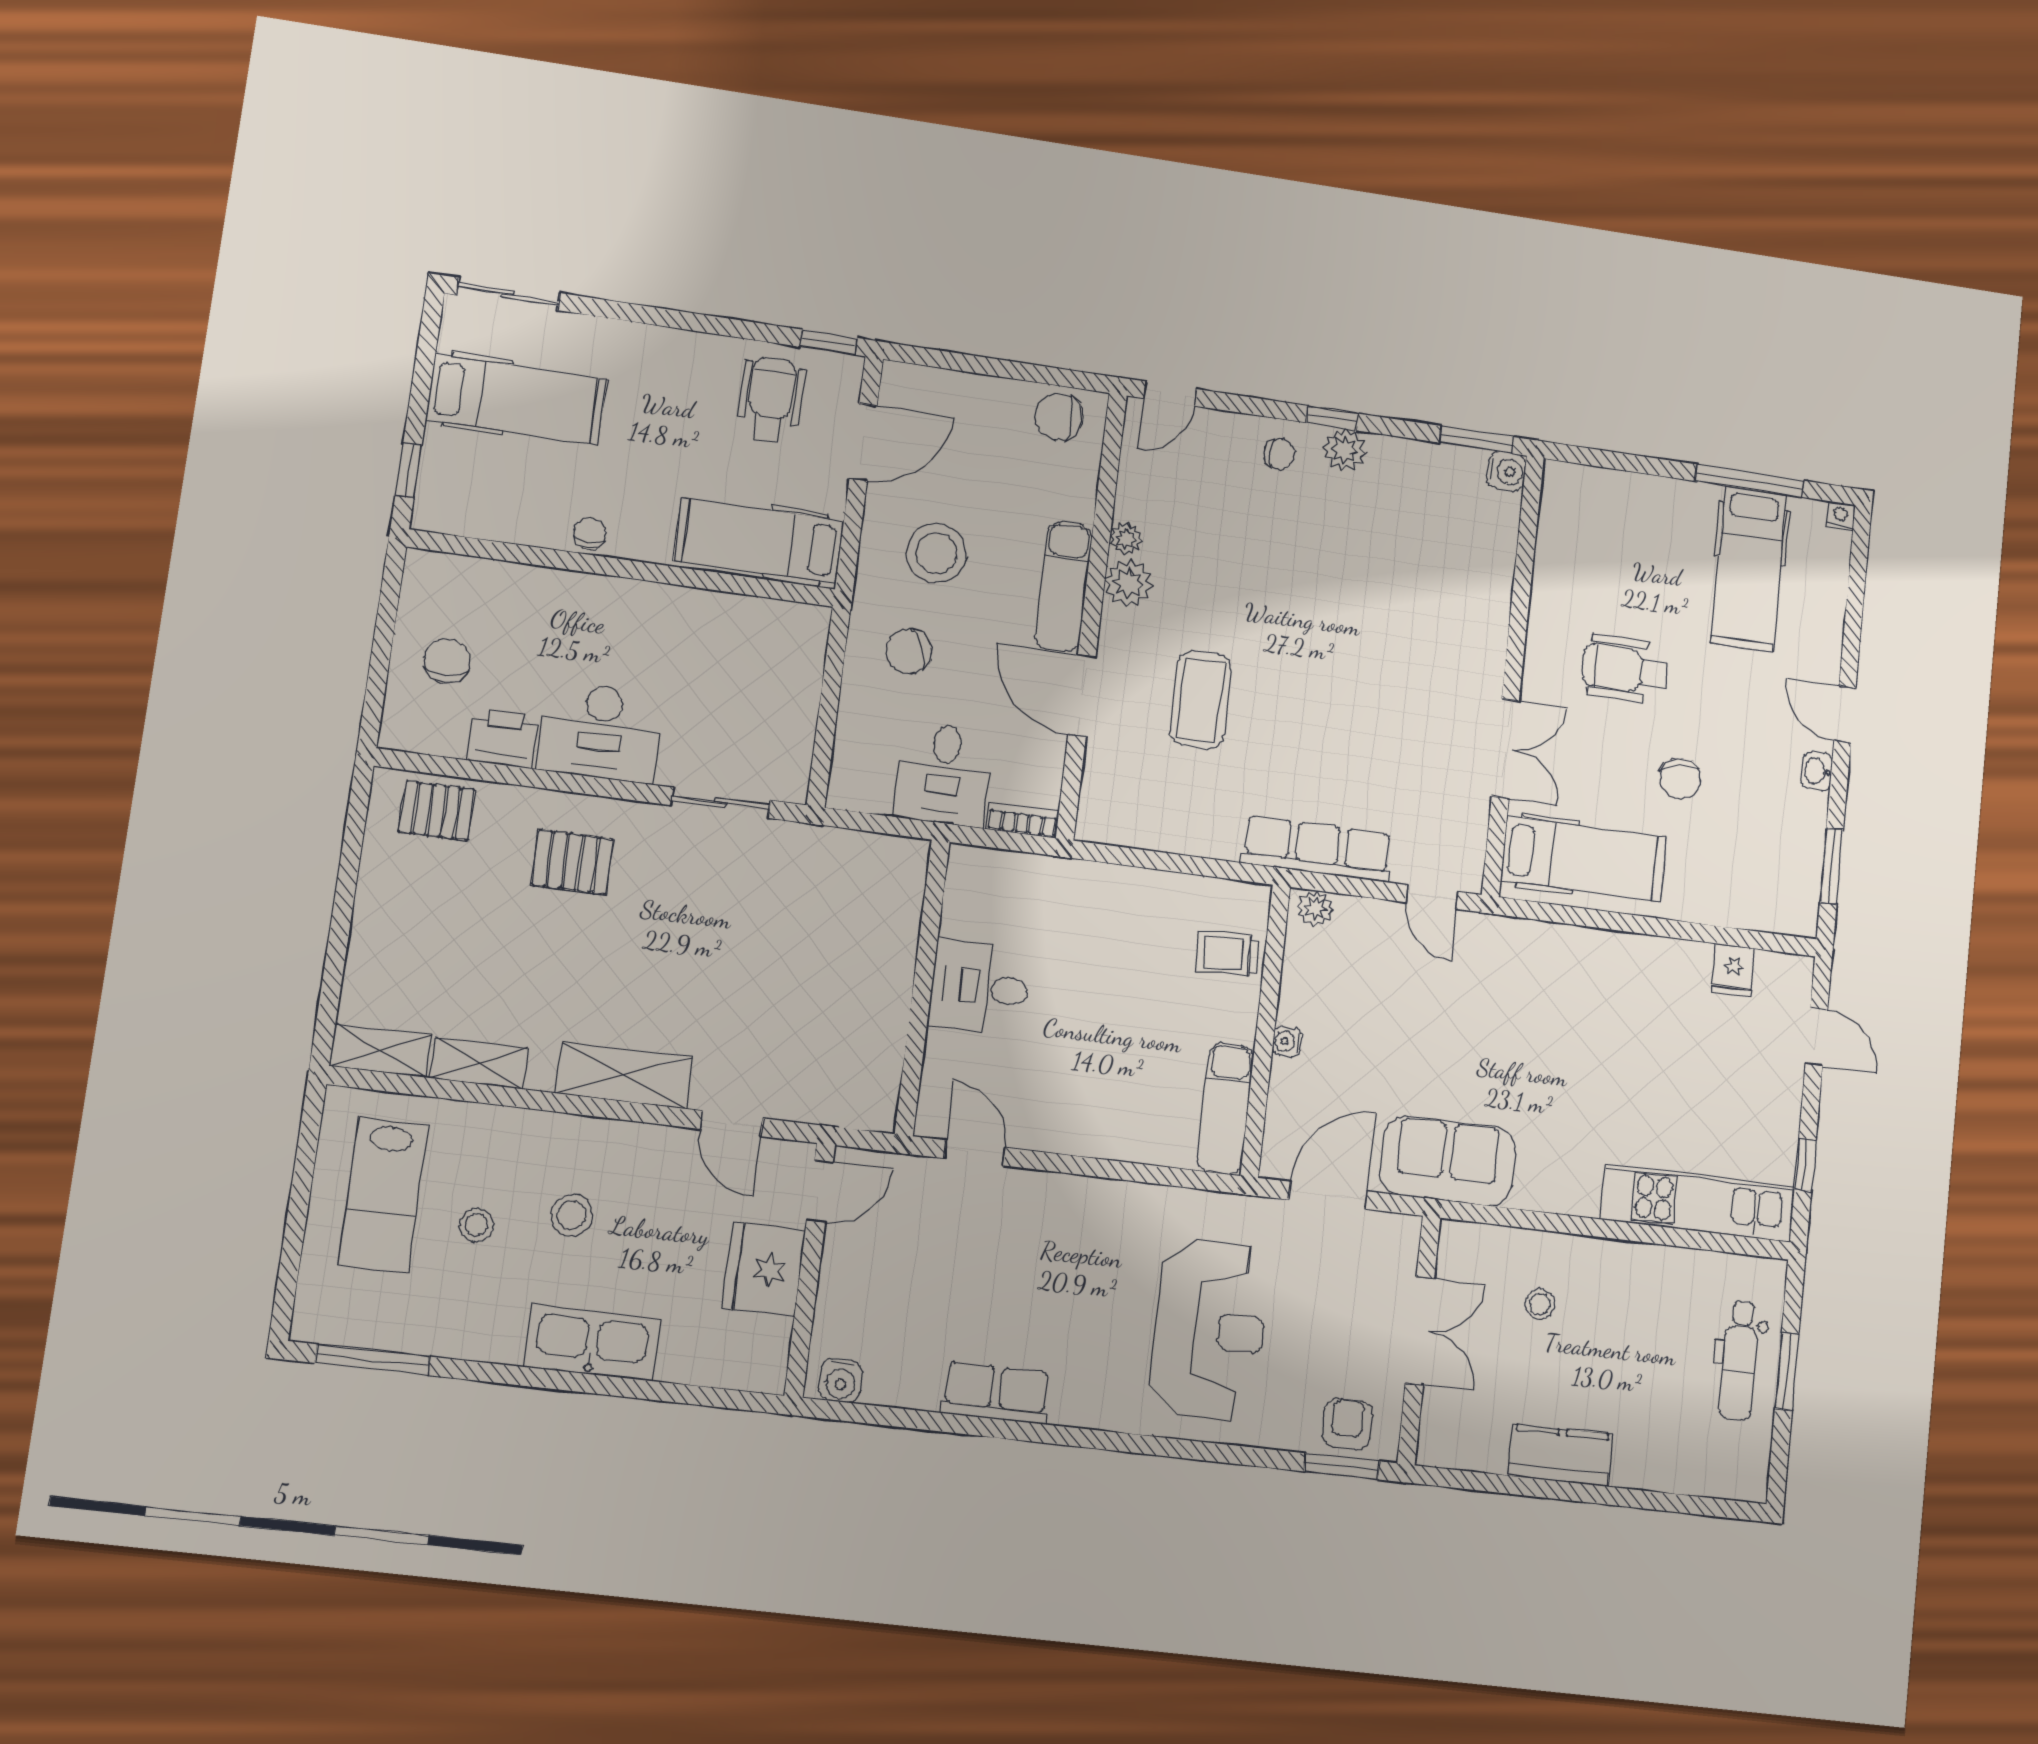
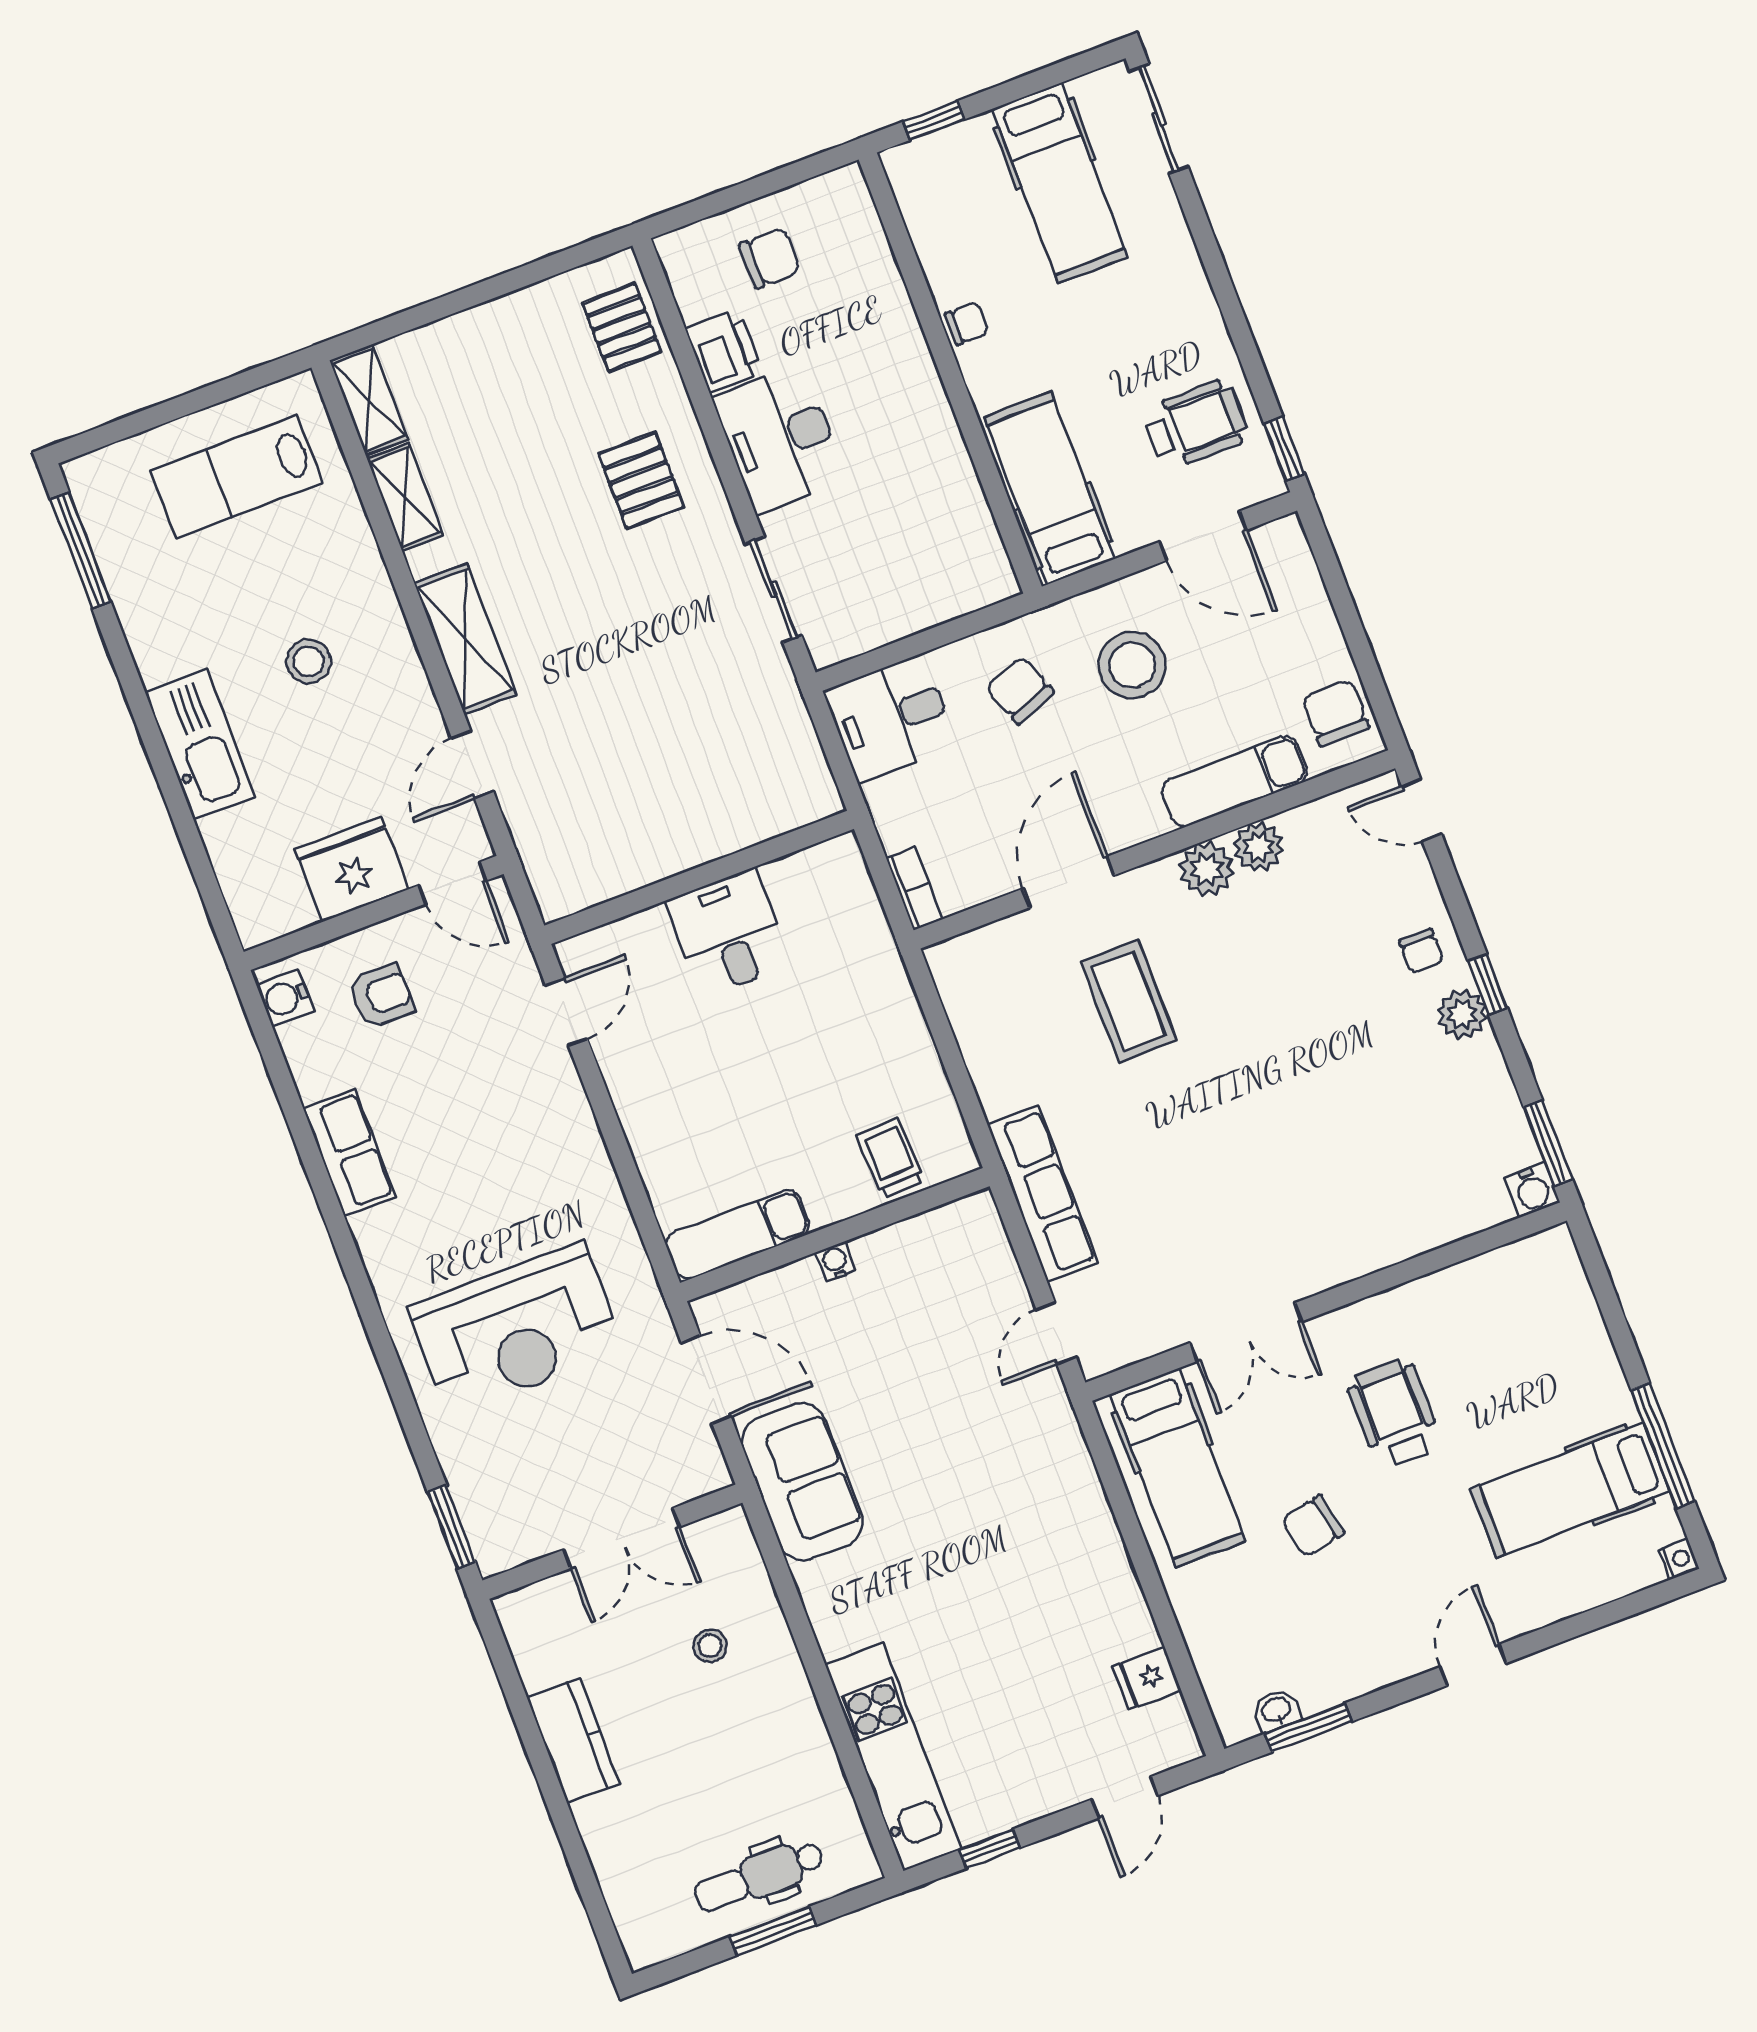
plant: (1126, 539) -> (1258, 847), width x1.38, depth x1.38
exam couch: (1063, 587) -> (1234, 781), moved
coffee table: (1201, 700) -> (1129, 1001), turned 90
washbasin: (1817, 771) -> (1276, 1710), moved
desk: (943, 774) -> (891, 718), moved
plant: (1315, 908) -> (982, 1222), removed
stool: (476, 1225) -> (253, 578), removed
armchair: (1347, 1424) -> (381, 996), moved

